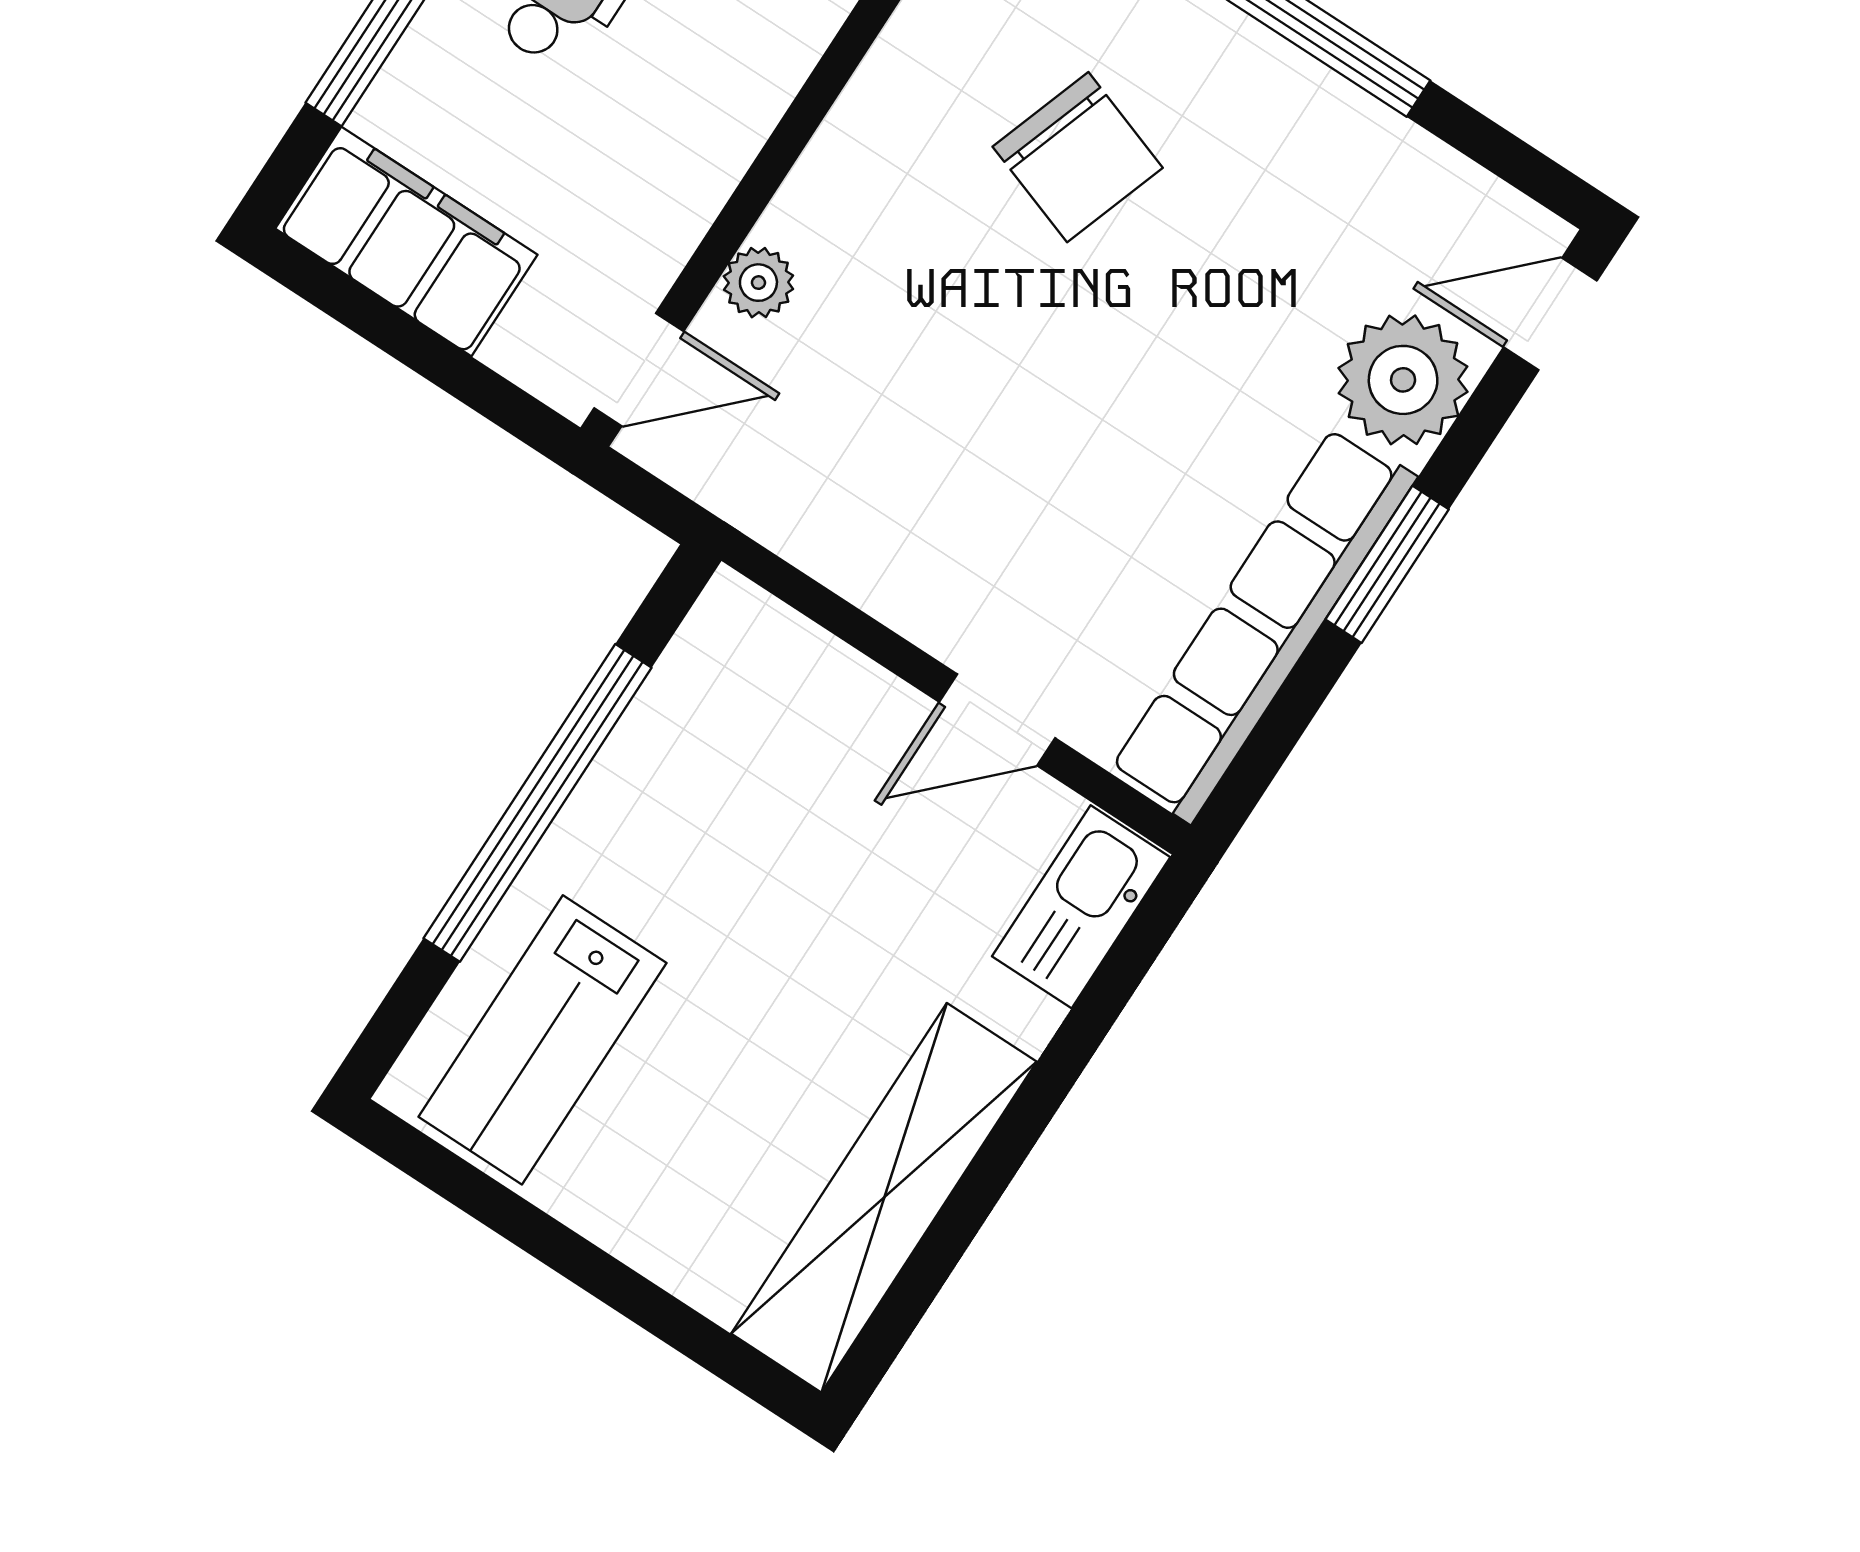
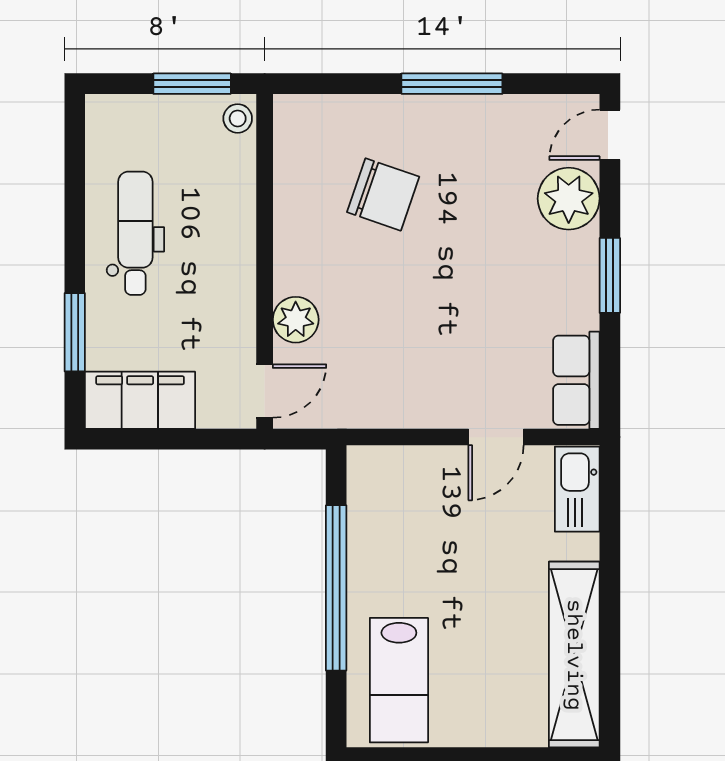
plant: (758, 283) -> (296, 320), width x1.38, depth x1.38
row of seats: (1263, 624) -> (576, 380), width x0.50

